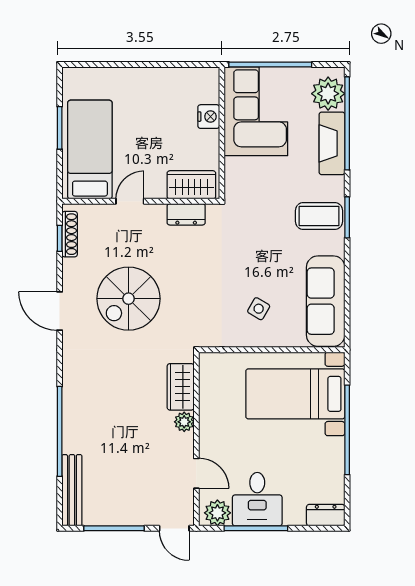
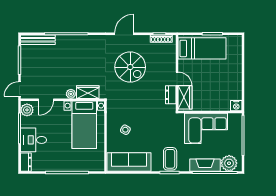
corner sofa: (256, 111) -> (206, 128), moved
nightstand: (209, 117) -> (236, 106), moved
door: (130, 201) -> (177, 79), moved
spiral stairs: (128, 299) -> (130, 67), turned 180
bed with nightstands: (295, 394) -> (84, 125), moved, turned 180
desk: (257, 499) -> (34, 140), moved

